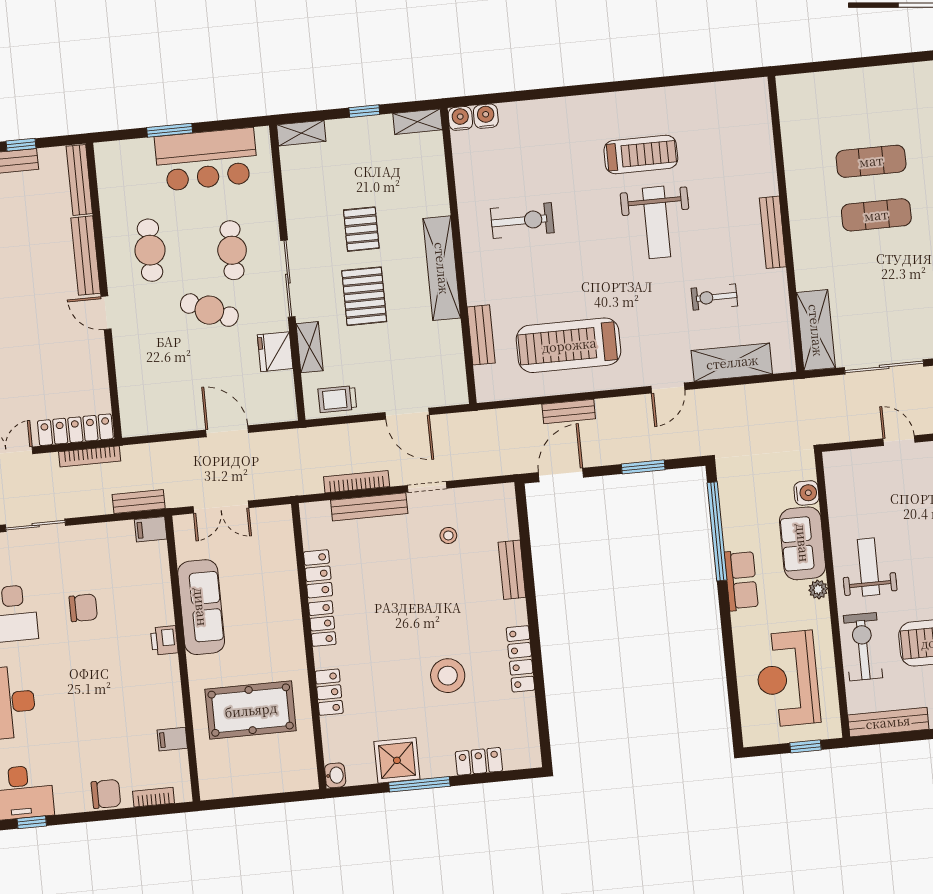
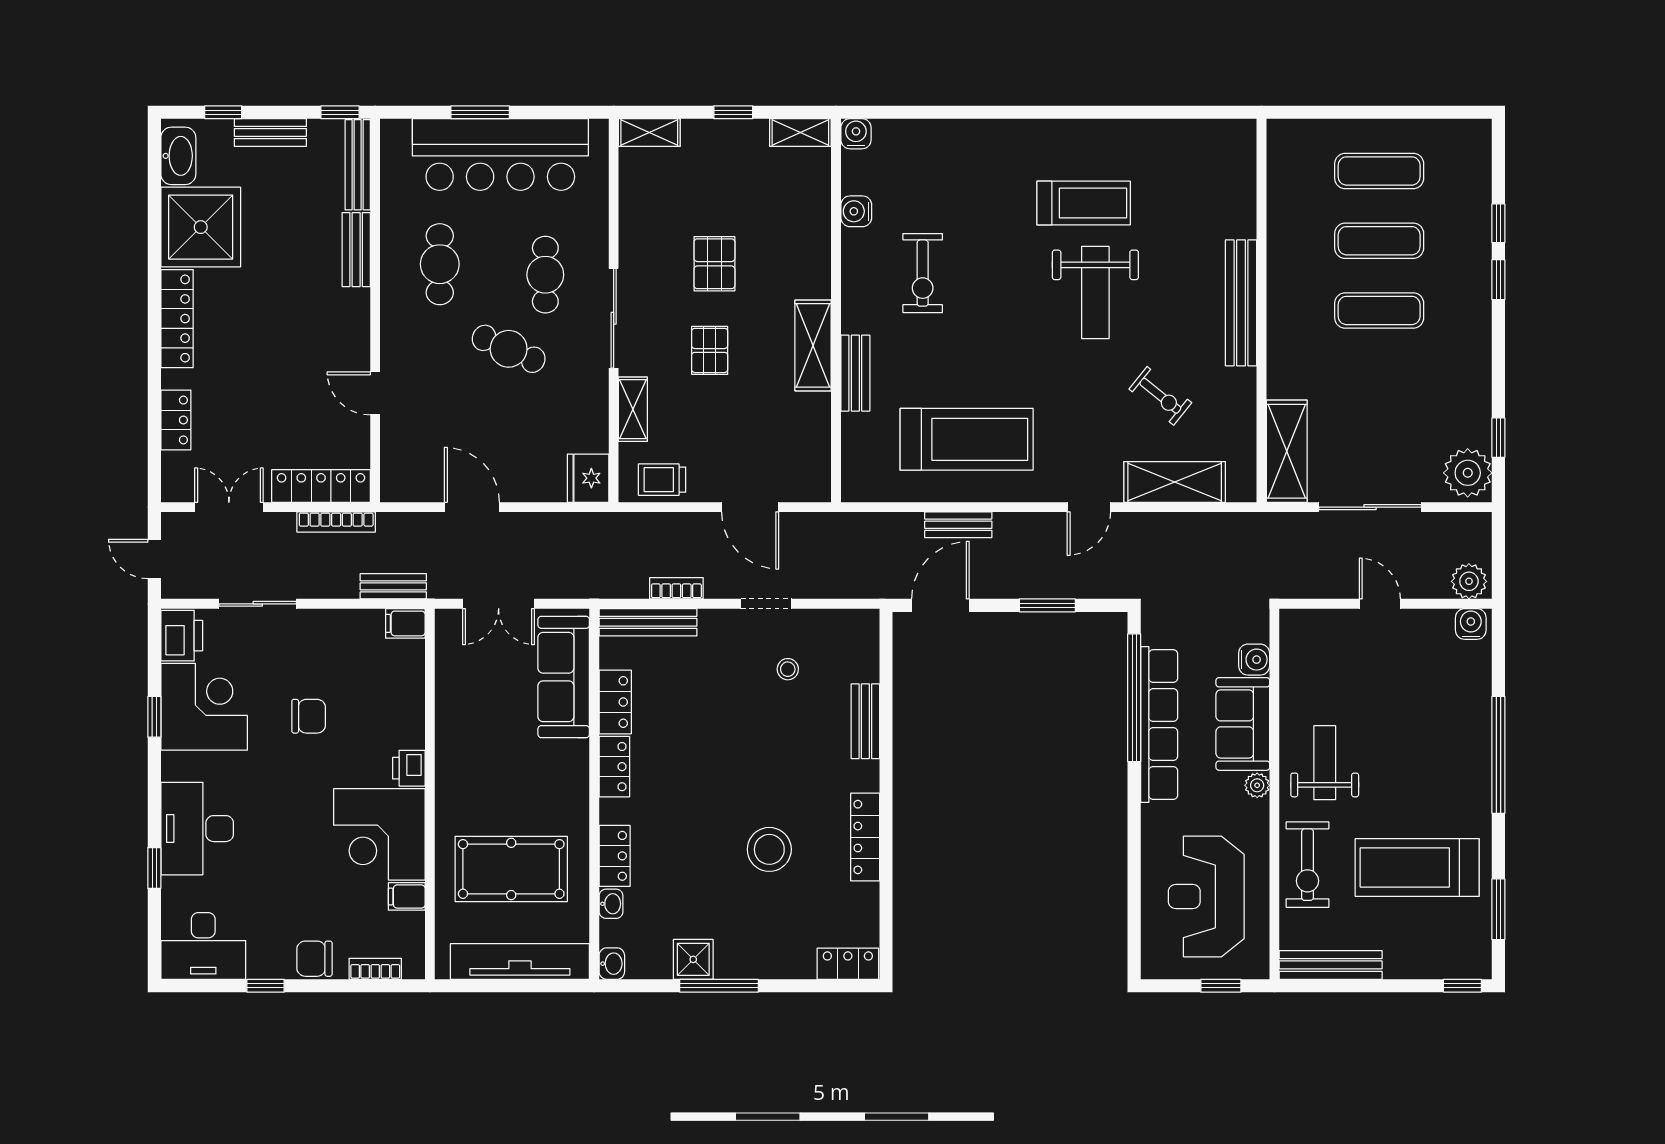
exercise mat: (866, 108) -> (1379, 171), added
water cooler: (486, 116) -> (856, 211), moved, turned -90
window: (21, 145) -> (340, 112), moved
bar counter: (206, 159) -> (500, 155), width x1.36
exercise bike: (522, 221) -> (923, 273), turned 90
bench: (773, 232) -> (1241, 303), width x1.37, depth x1.21
bench: (86, 256) -> (356, 250), width x0.73
shelving: (442, 268) -> (813, 345), width x0.68
pallet: (364, 296) -> (710, 350), width x0.67, depth x0.71
exercise bike: (714, 297) -> (1160, 396), turned -141
door: (106, 313) -> (375, 393), moved
bench: (481, 335) -> (855, 373), moved
treadmill: (569, 345) -> (967, 439), turned 180
fridge: (275, 352) -> (588, 478), moved
door: (227, 431) -> (472, 507), moved
bookcase: (357, 482) -> (676, 588), width x0.64
bench: (369, 507) -> (648, 622), moved
row of seats: (741, 580) -> (1159, 725), width x2.02
sofa: (201, 607) -> (564, 677), moved, turned 180
exercise bike: (863, 647) -> (1307, 865), turned 180
corner desk: (147, 693) -> (379, 834), added
washbasin: (330, 729) -> (611, 904), added
shower: (397, 760) -> (693, 959), width x0.73, depth x0.73
locker: (479, 761) -> (848, 964), moved
tv unit: (264, 781) -> (520, 962), added
chair: (106, 794) -> (314, 959), turned 180
window: (32, 822) -> (266, 986), moved

